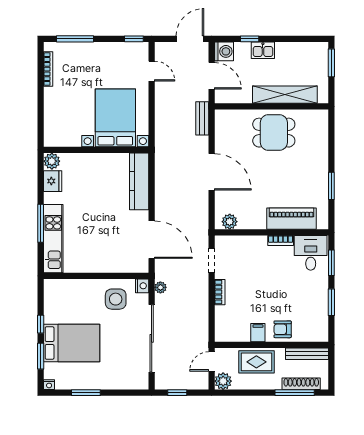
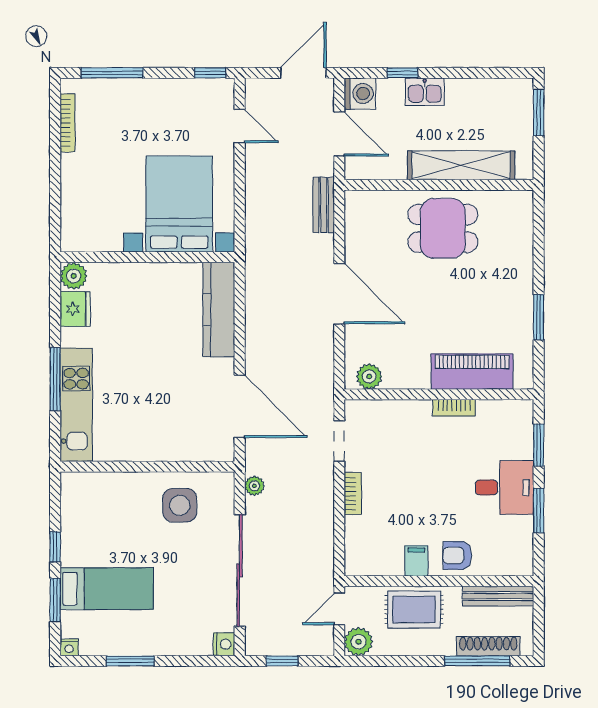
desk: (311, 253) -> (505, 487), moved, turned 90
nightstand: (142, 286) -> (224, 644), moved
bed: (72, 343) -> (107, 589), width x0.67

